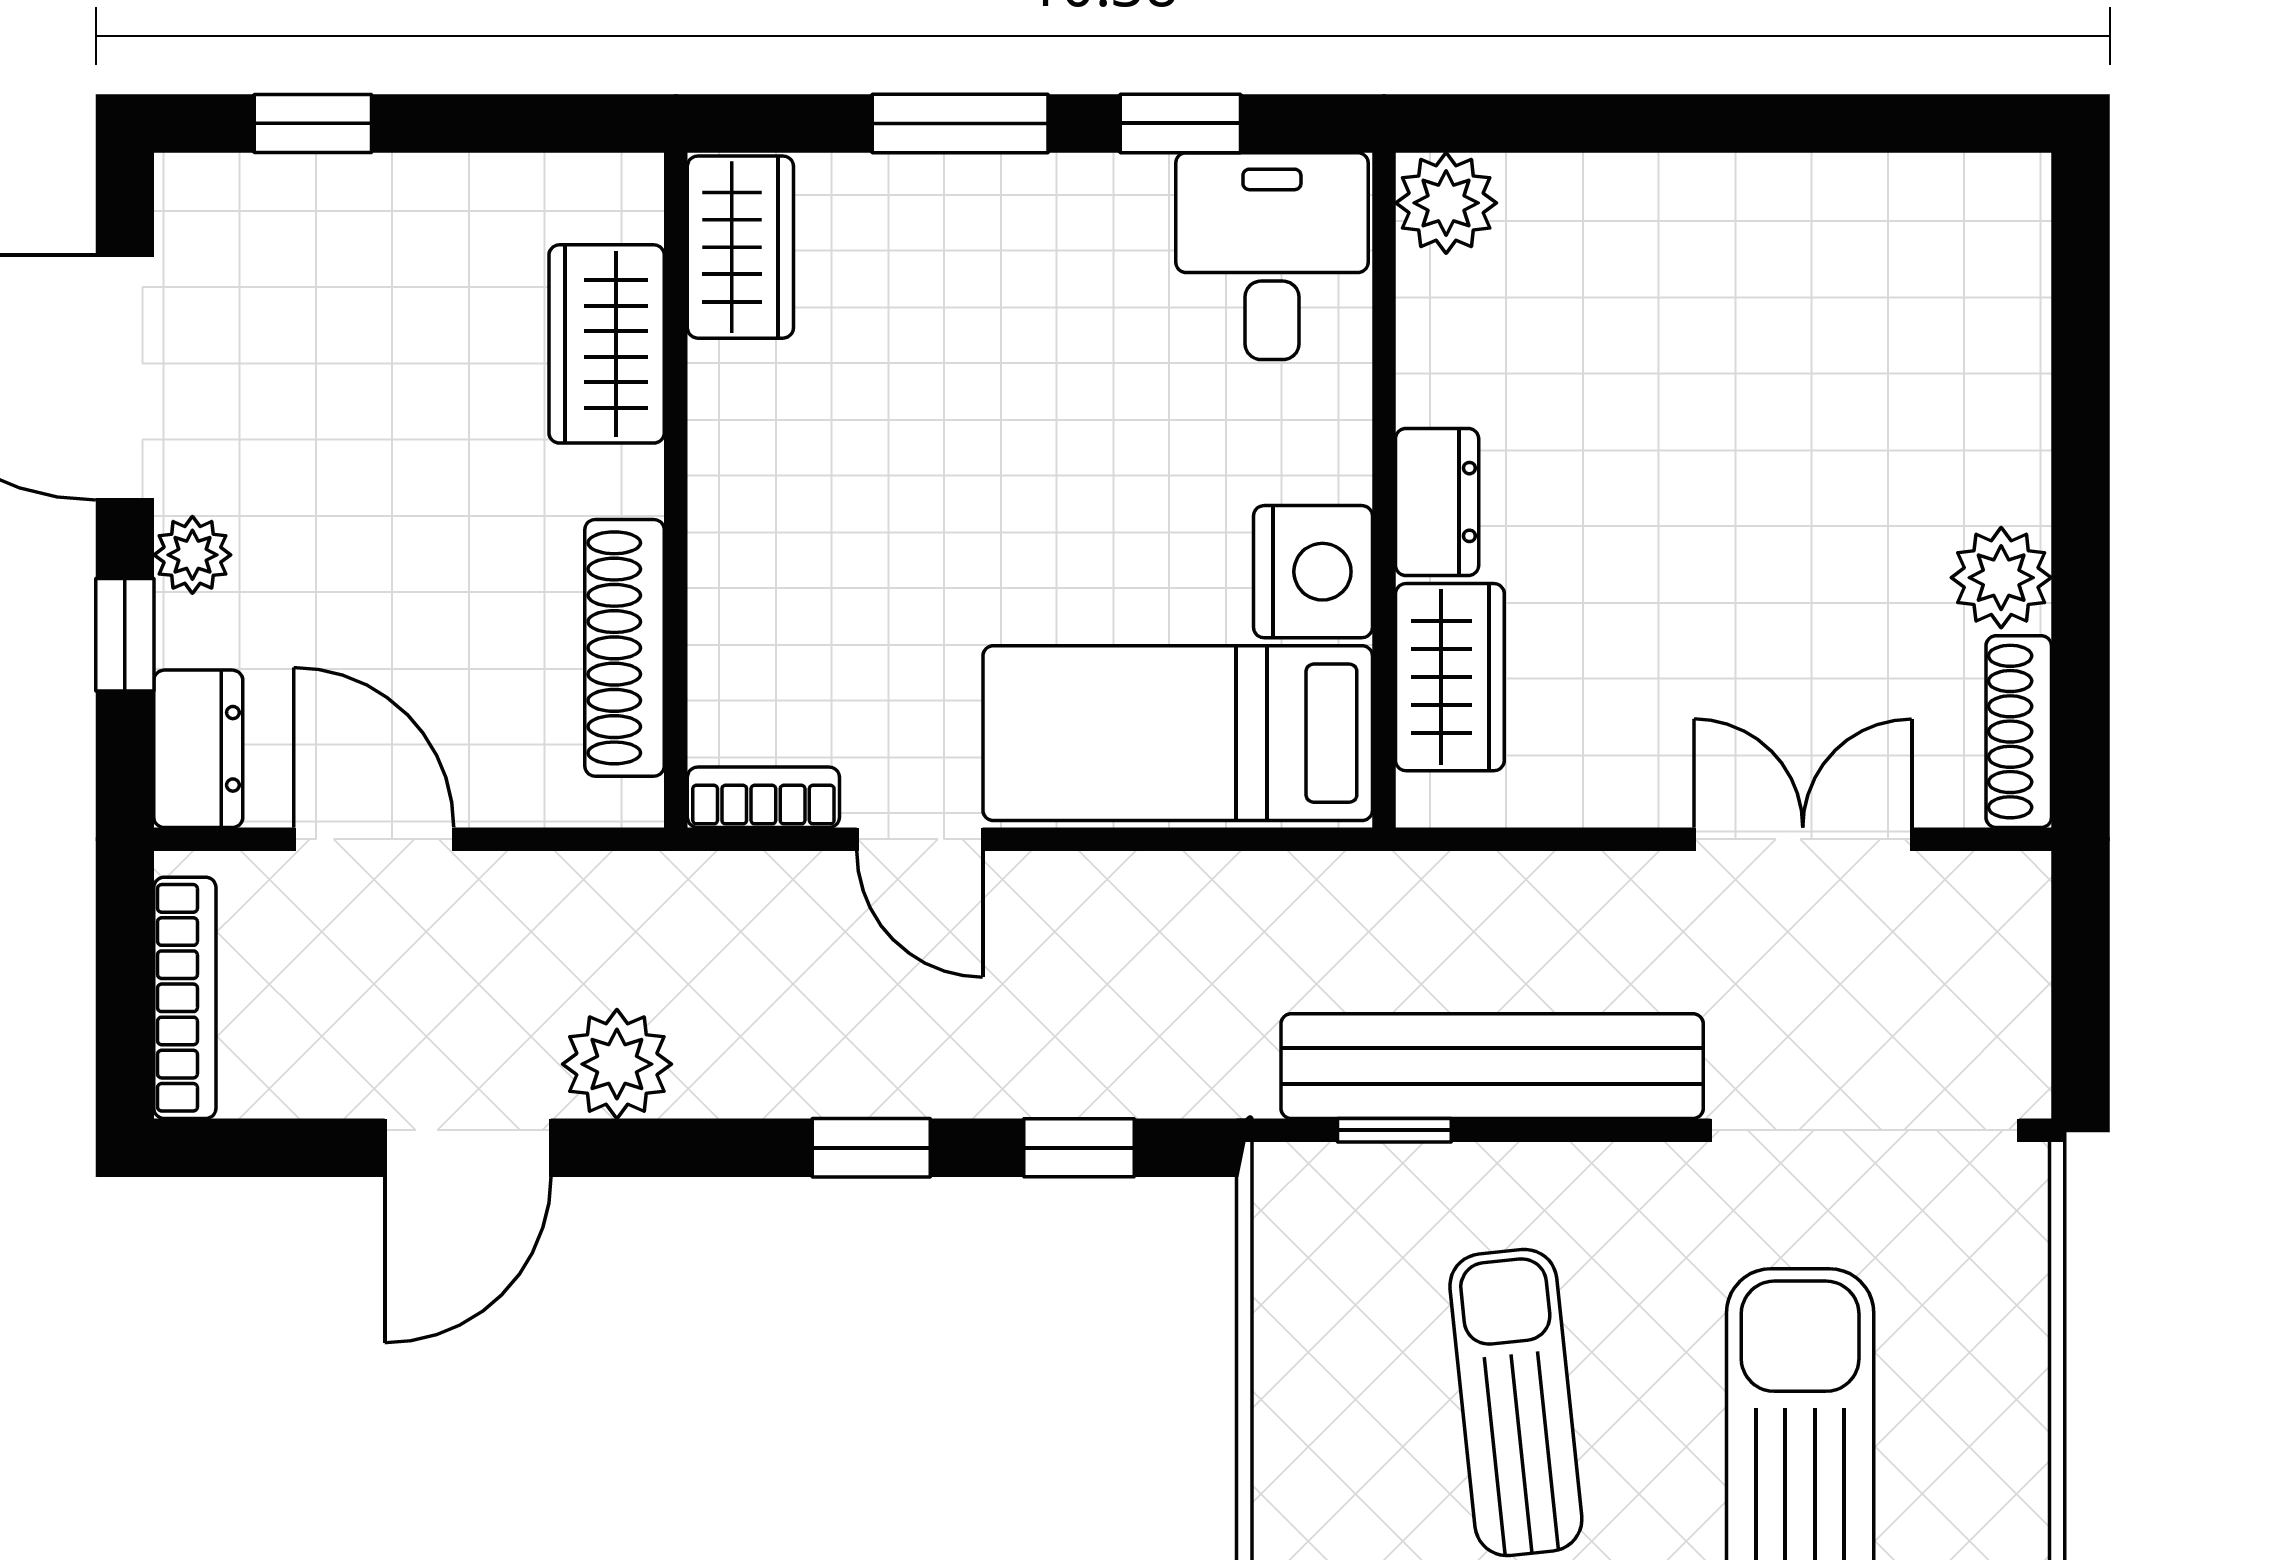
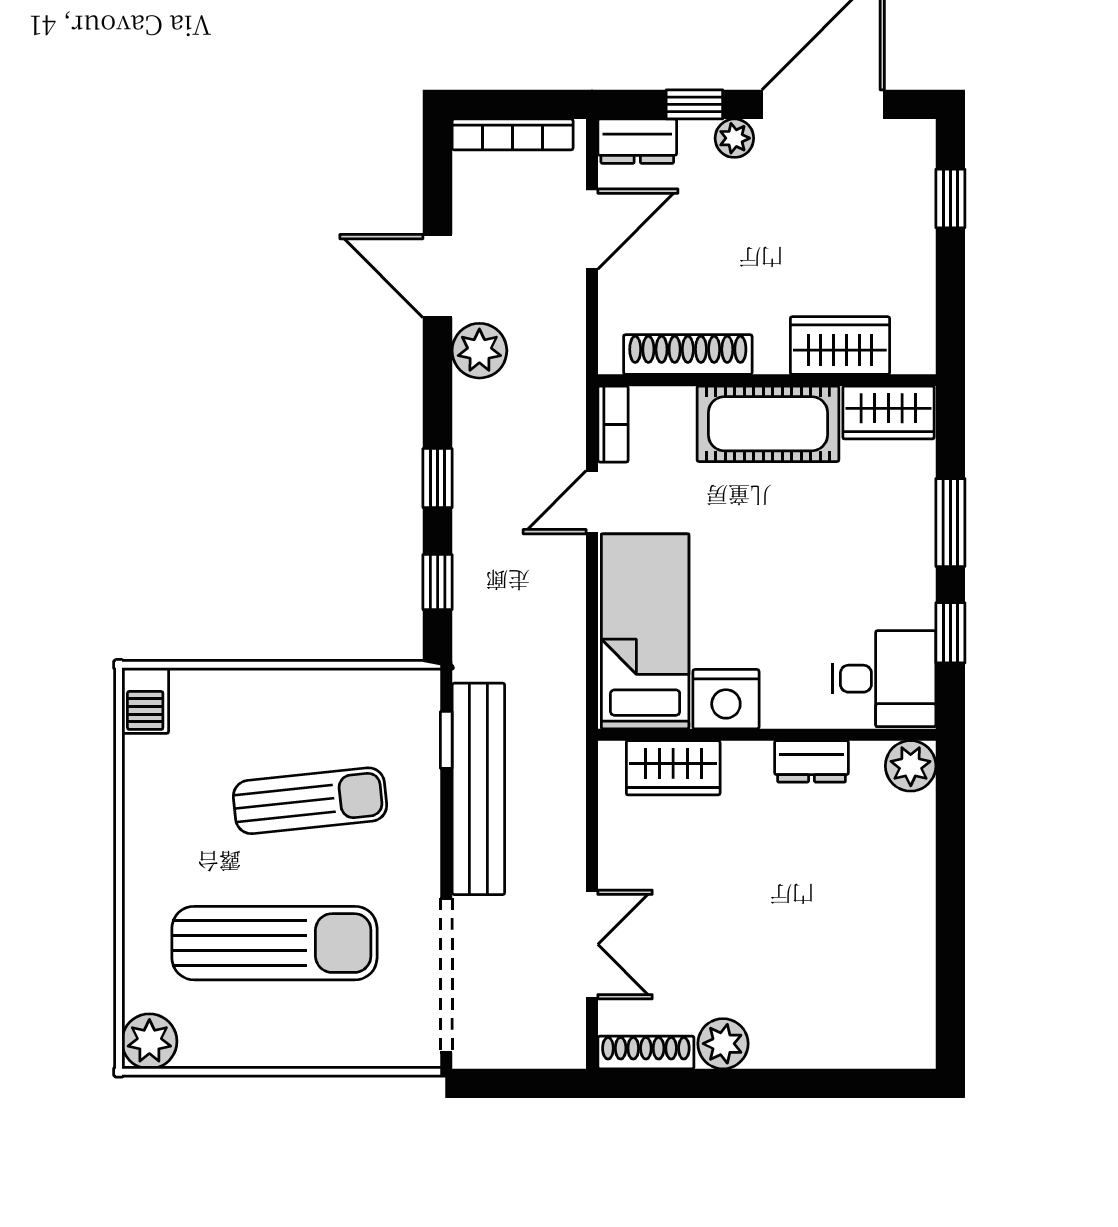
cot: (763, 488) -> (768, 424), added
dresser: (1437, 502) -> (811, 761), moved

